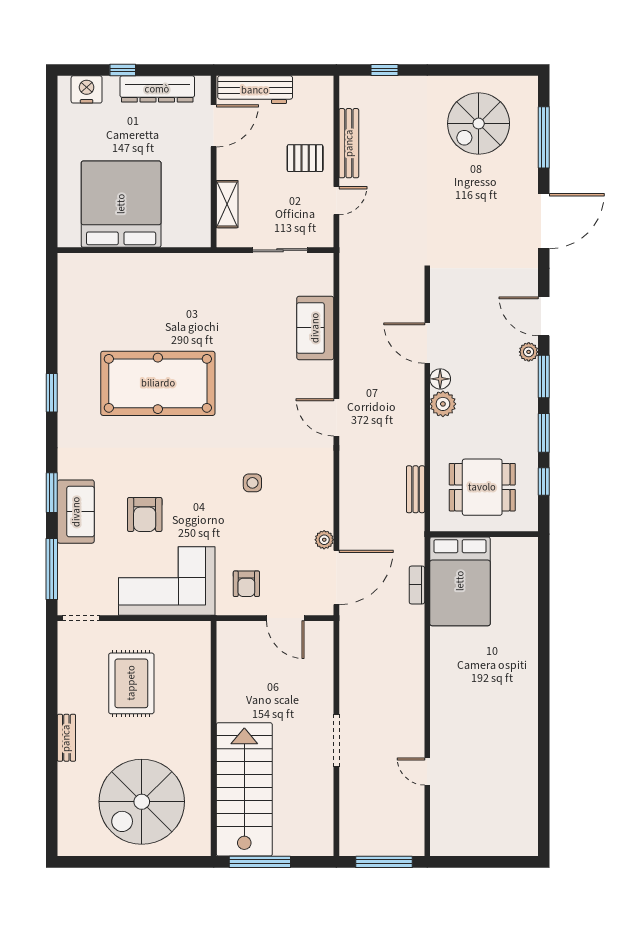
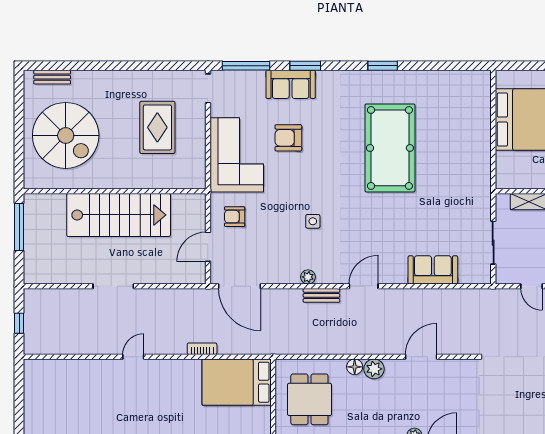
floor lamp: (440, 379) -> (355, 367), moved
bench: (416, 489) -> (321, 295), moved
plant: (324, 540) -> (308, 277), moved
bookcase: (417, 585) -> (202, 349), moved
rug: (131, 683) -> (157, 127), turned 90
bench: (66, 738) -> (52, 77), moved
door: (427, 772) -> (133, 357), moved
stairs: (244, 789) -> (119, 215), moved
spiral stairs: (142, 802) -> (66, 135), turned 180
window: (384, 862) -> (19, 323), width x0.46

